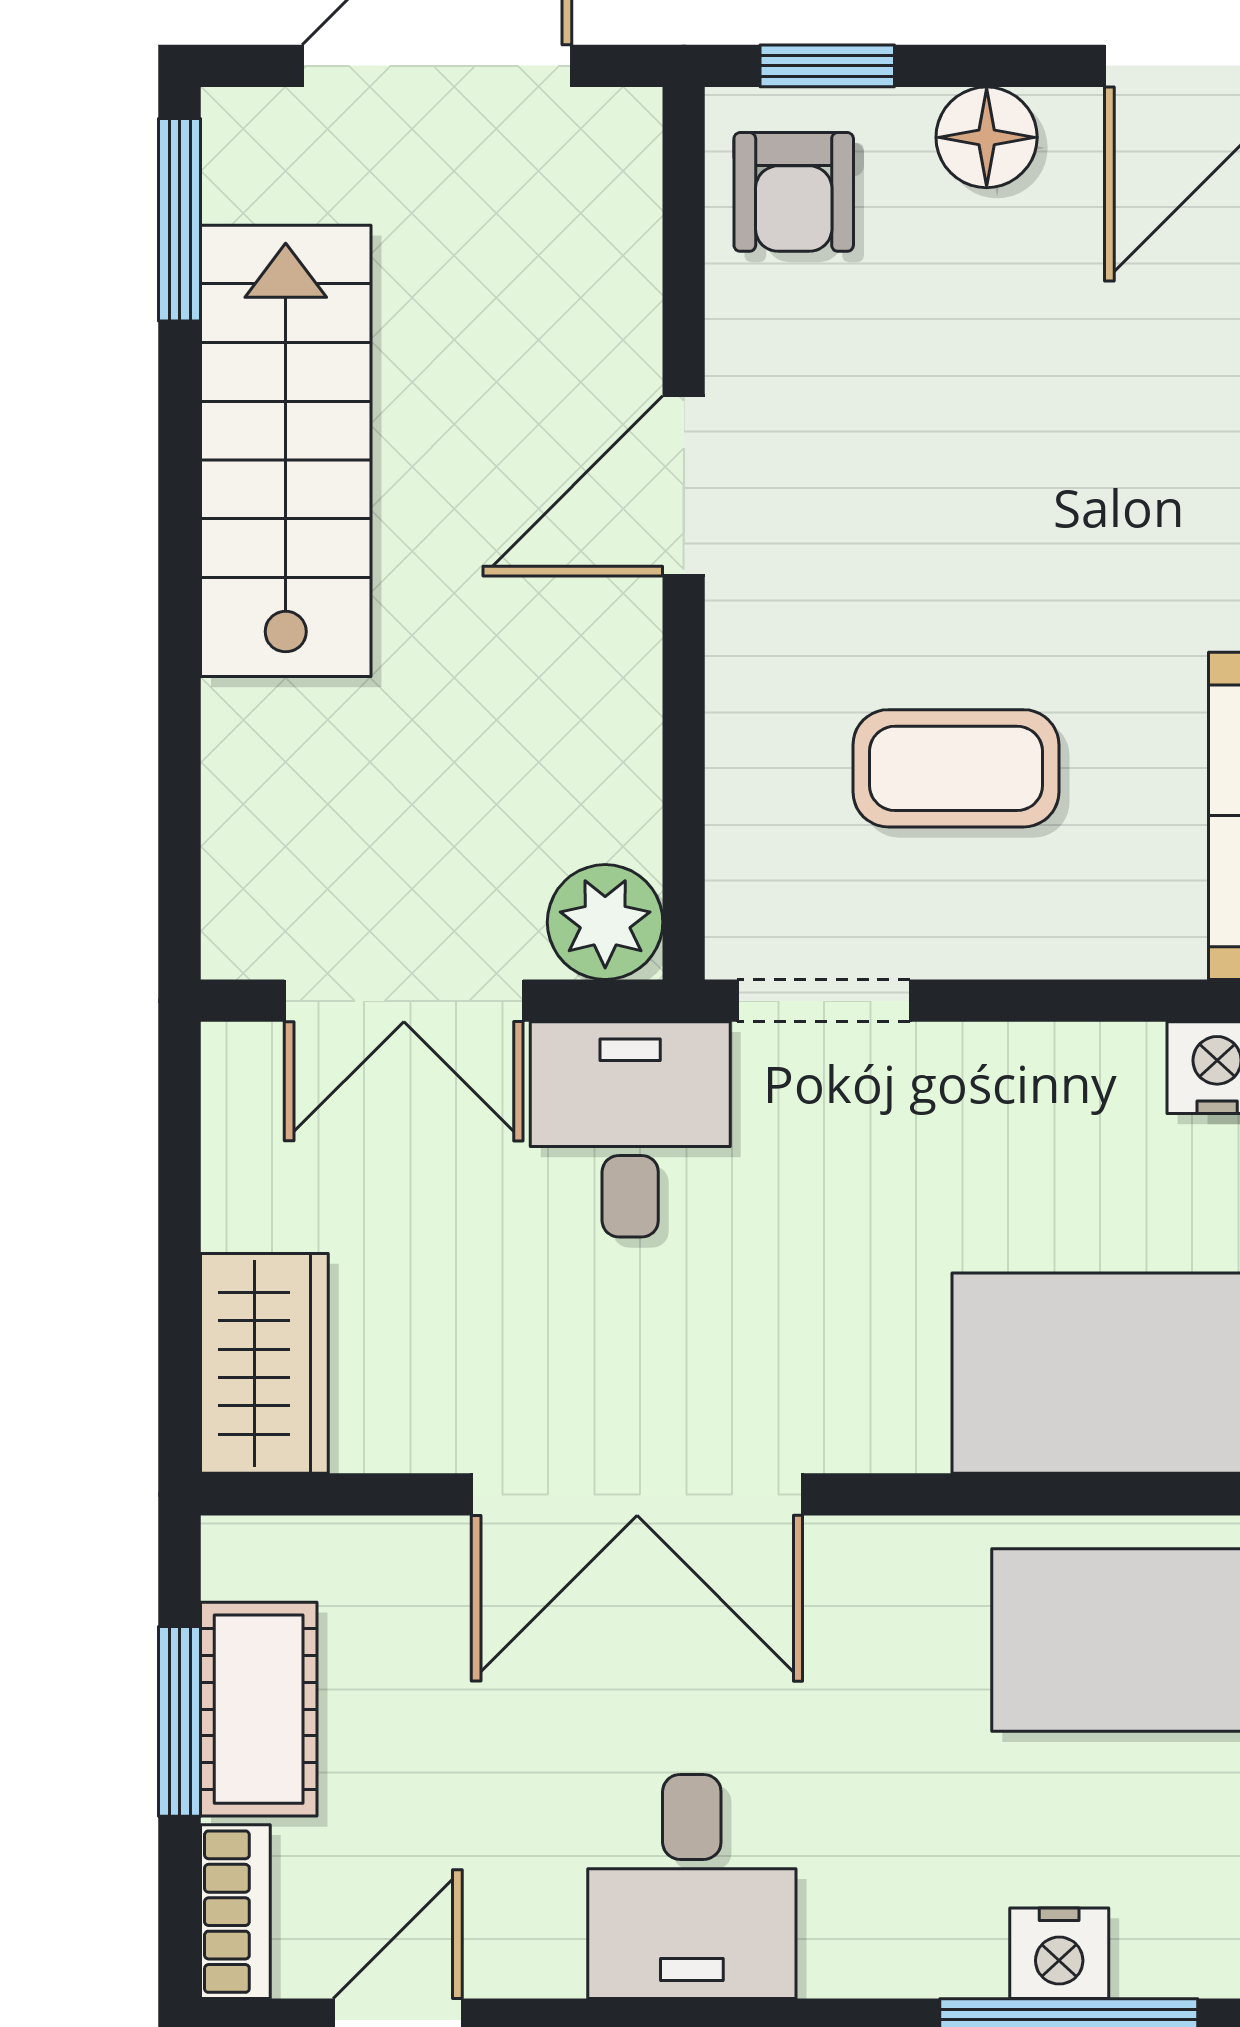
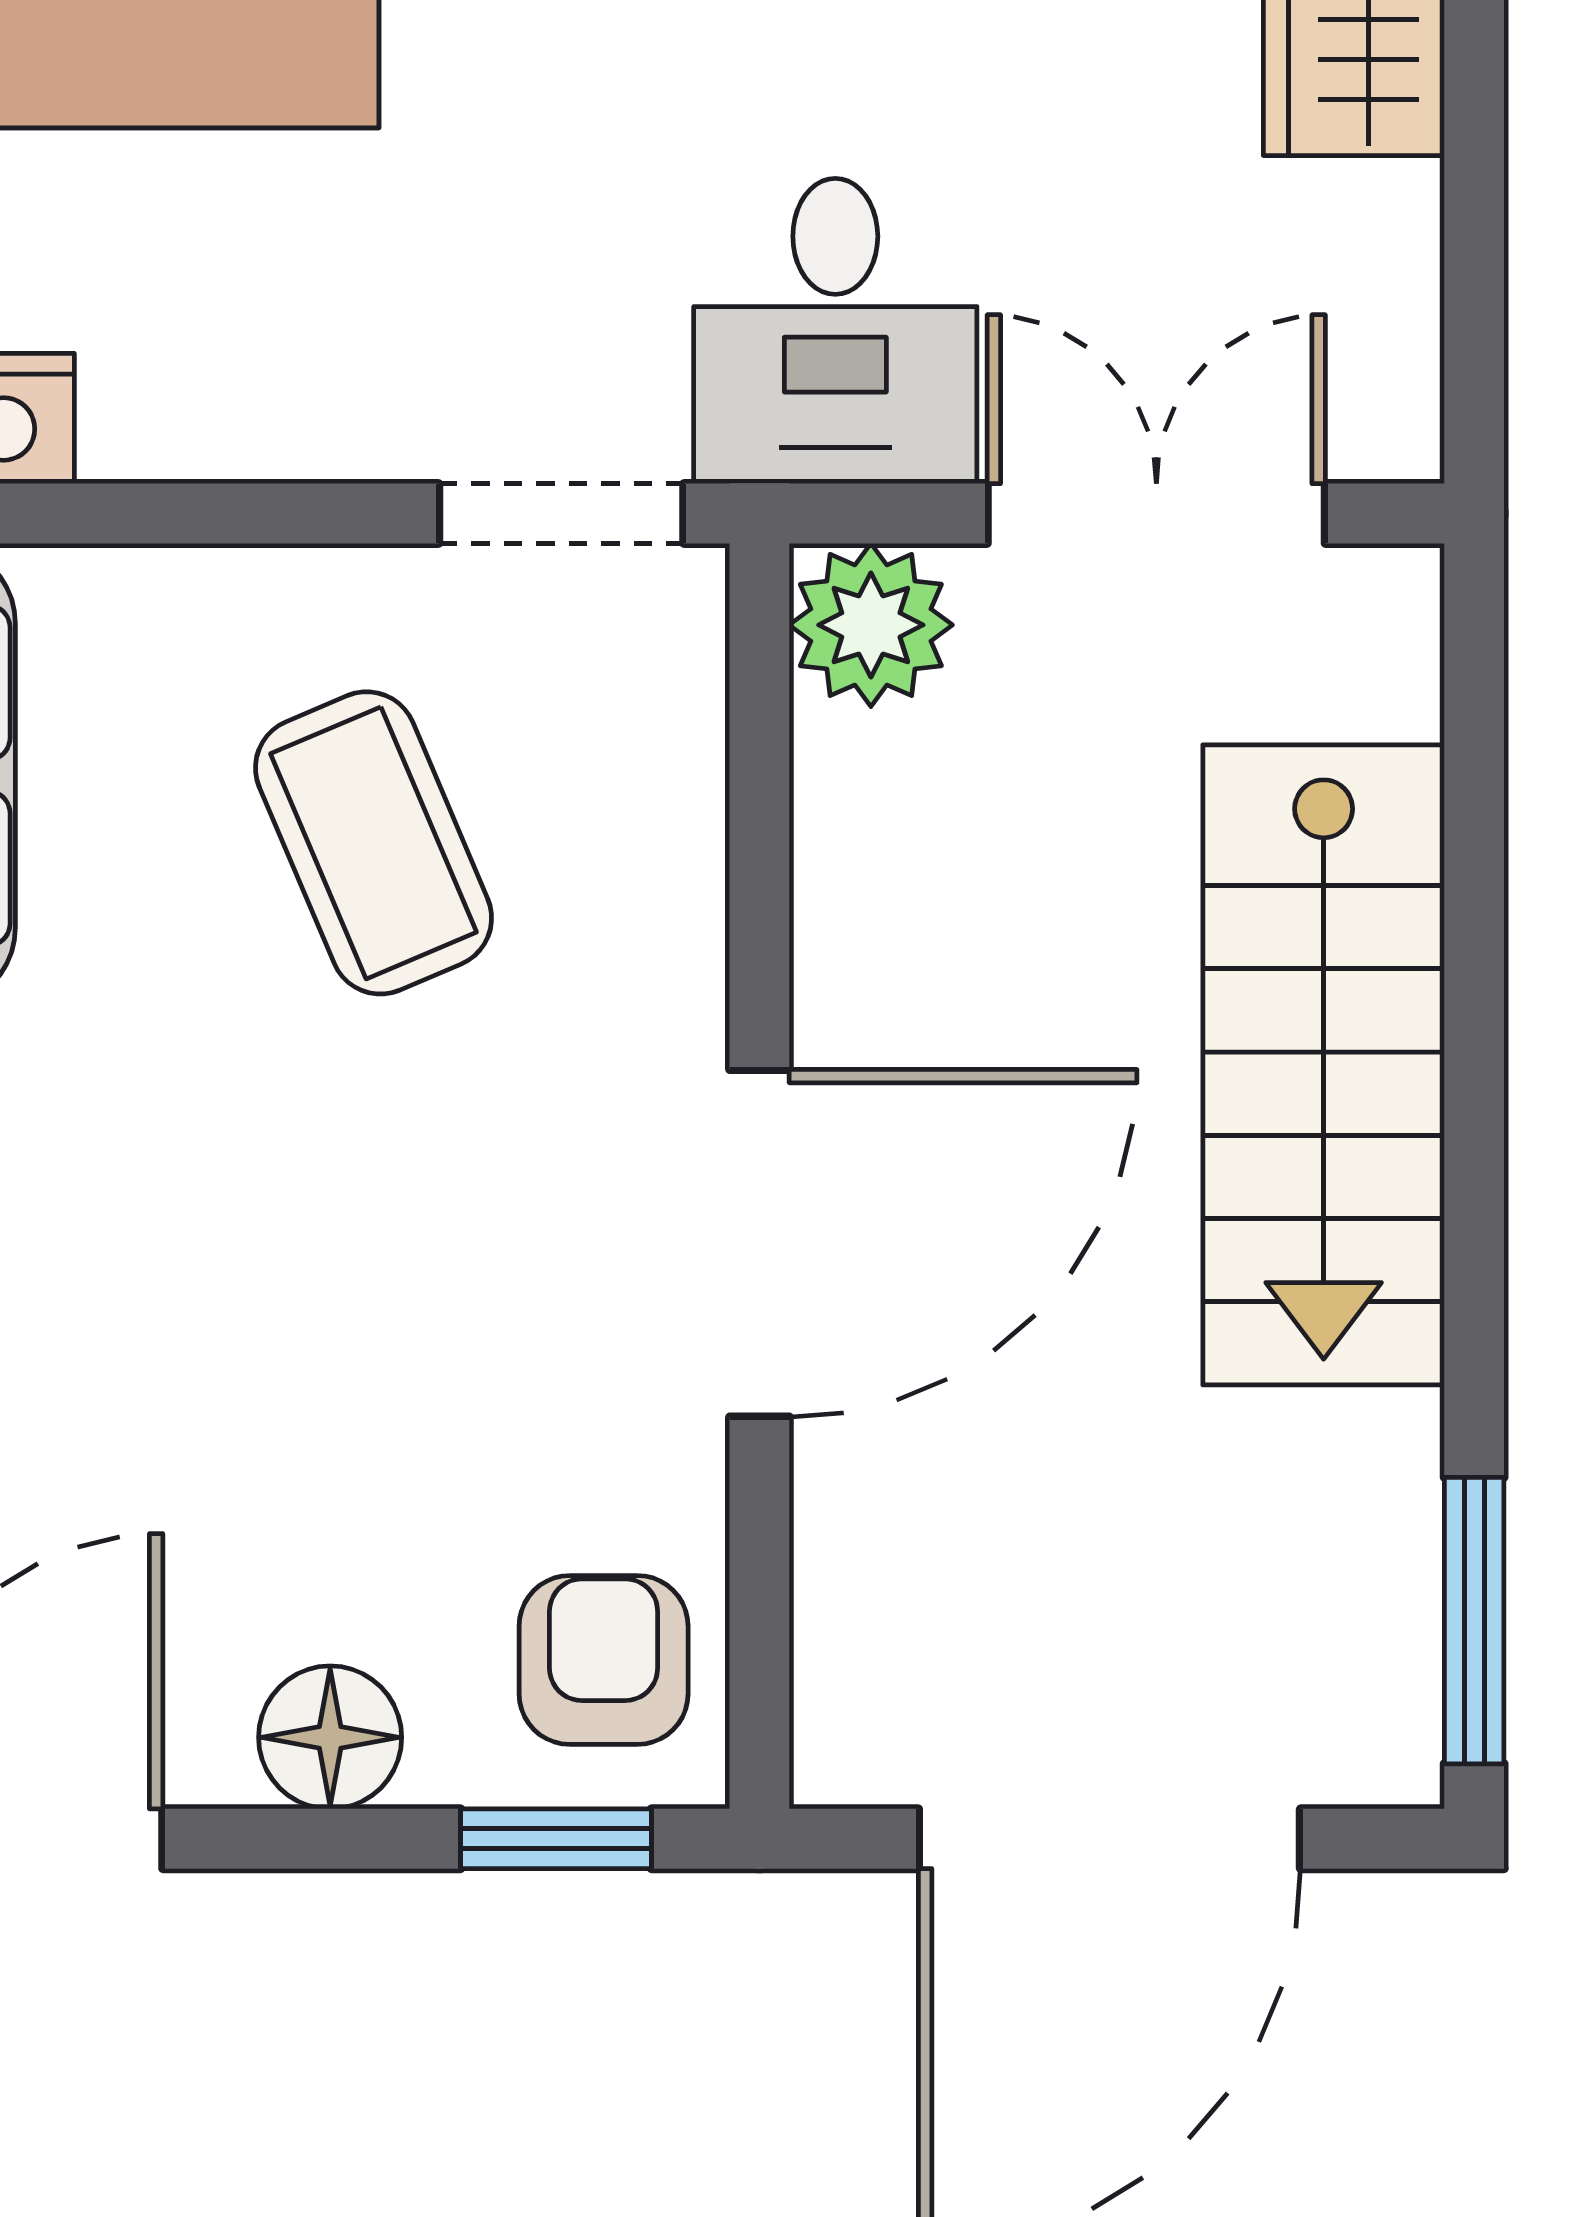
stairs: (286, 451) -> (1324, 1065), moved
door: (684, 486) -> (759, 1243), width x1.36
coffee table: (956, 768) -> (374, 843), turned 67

